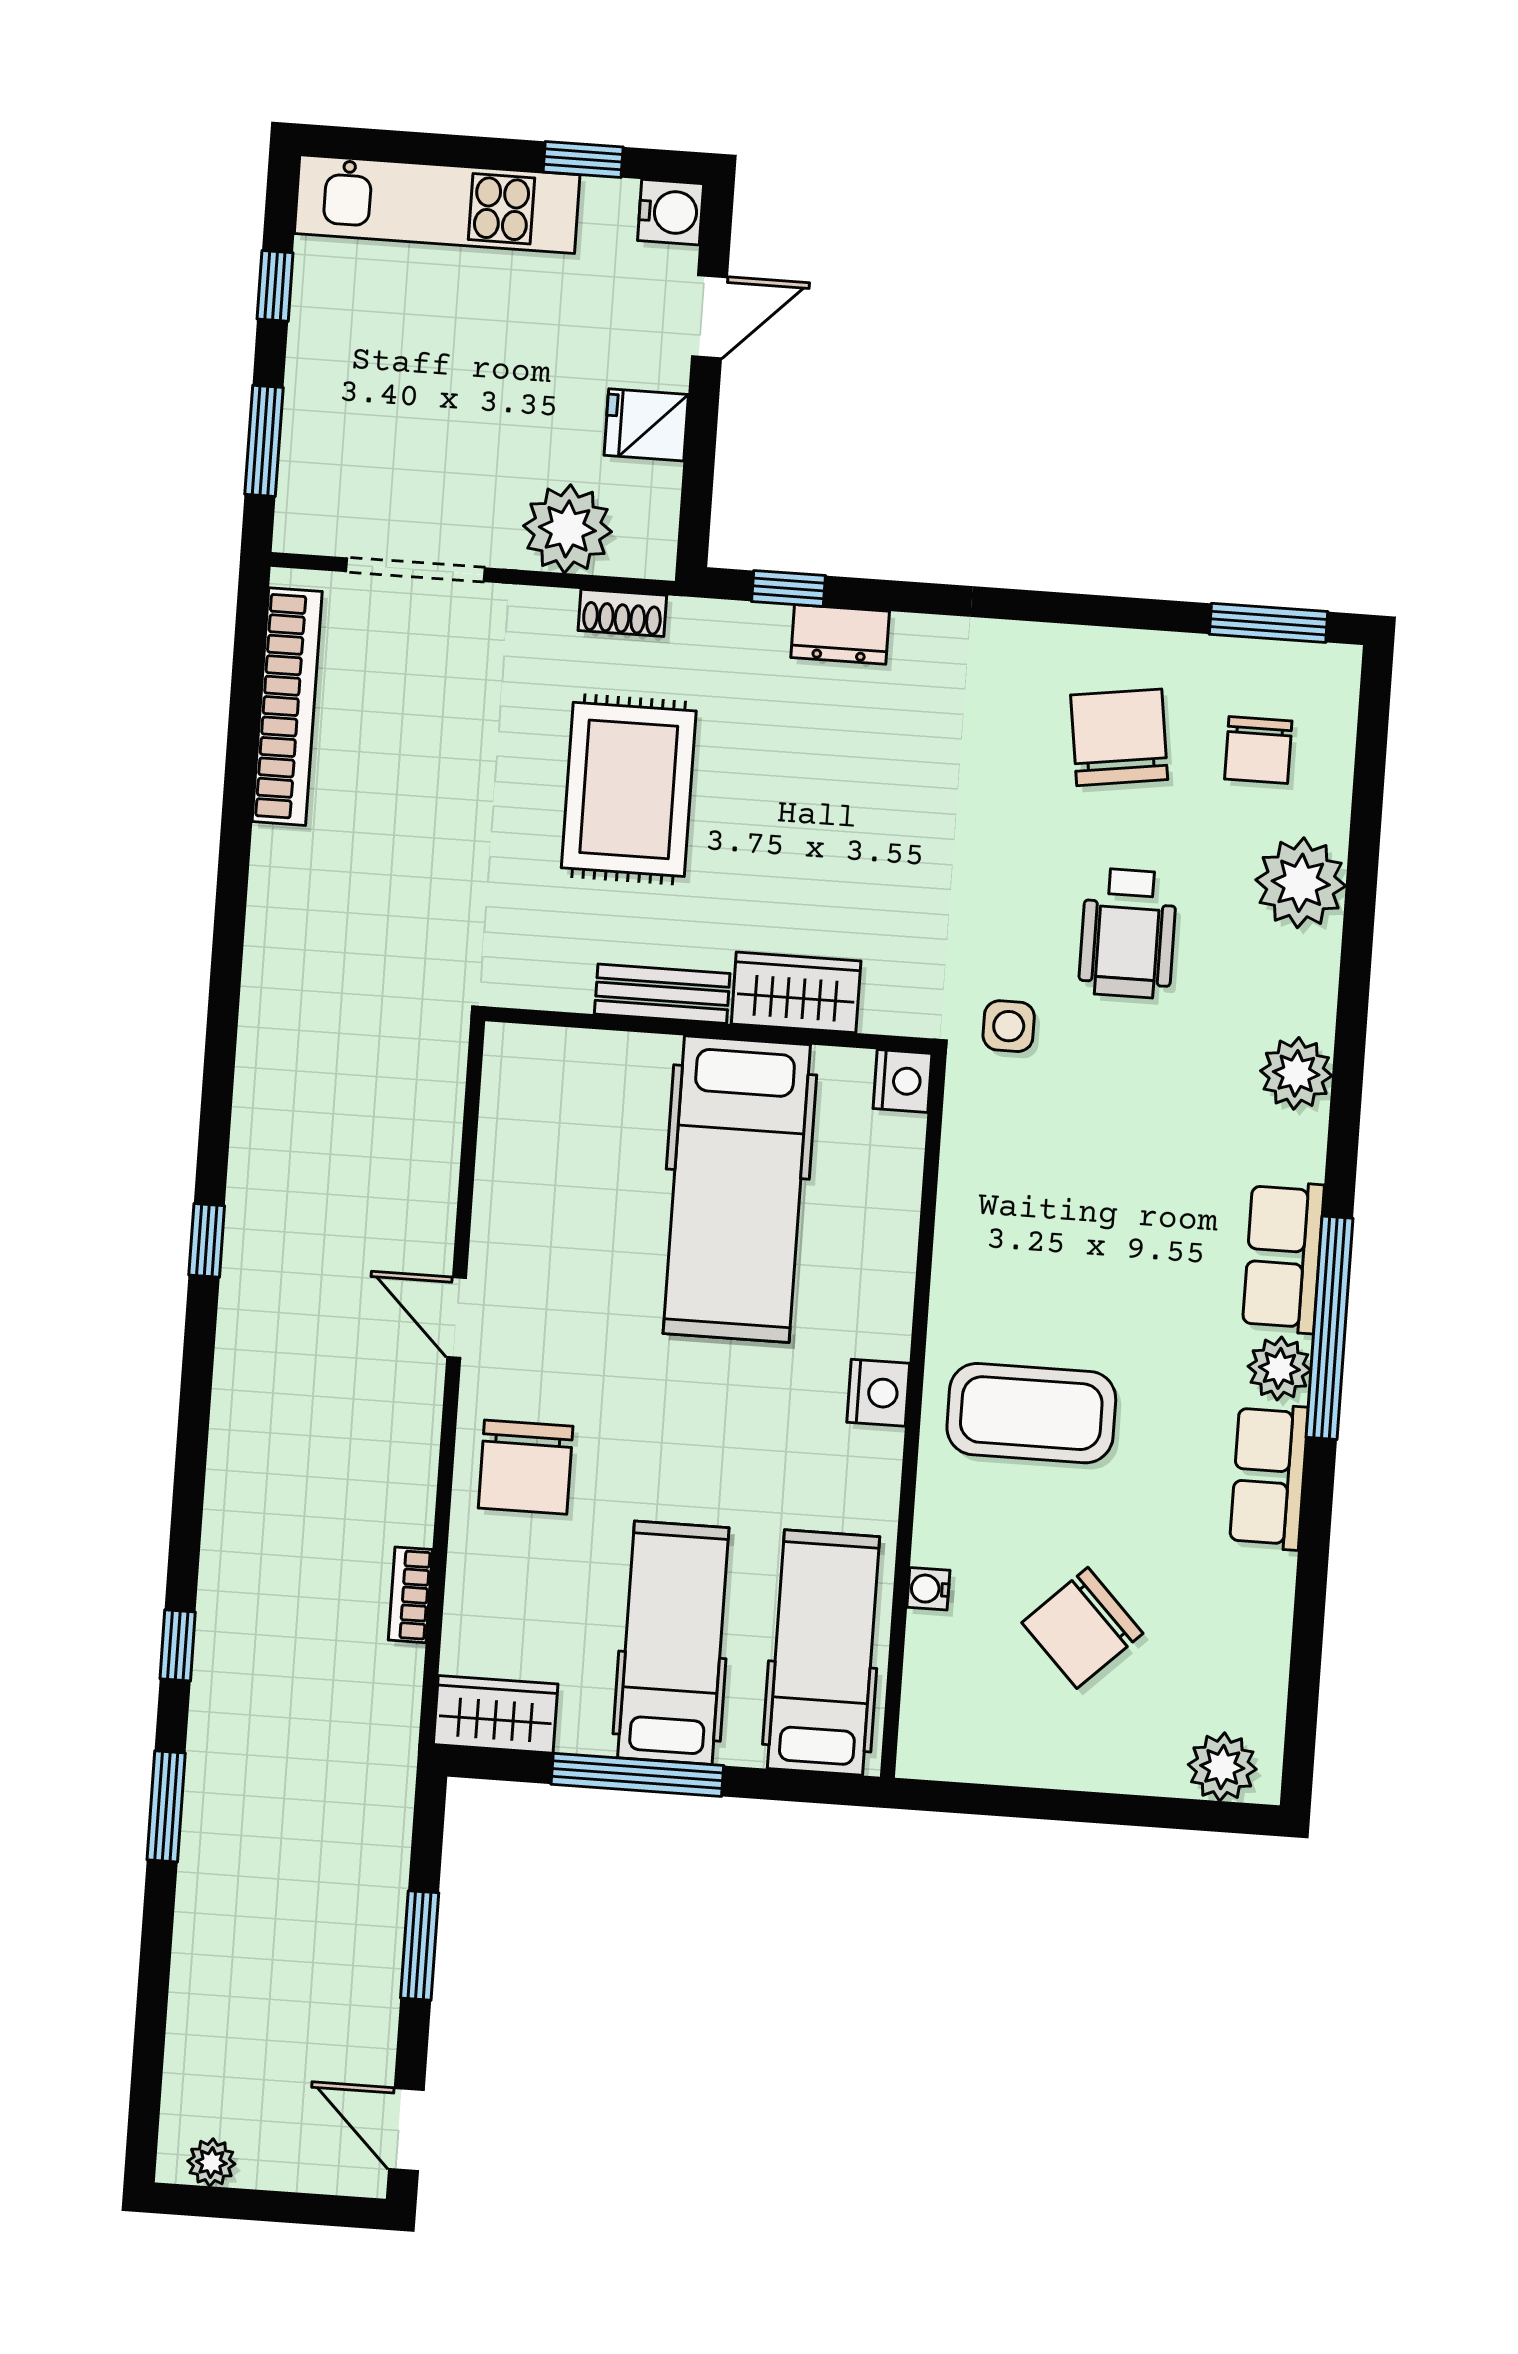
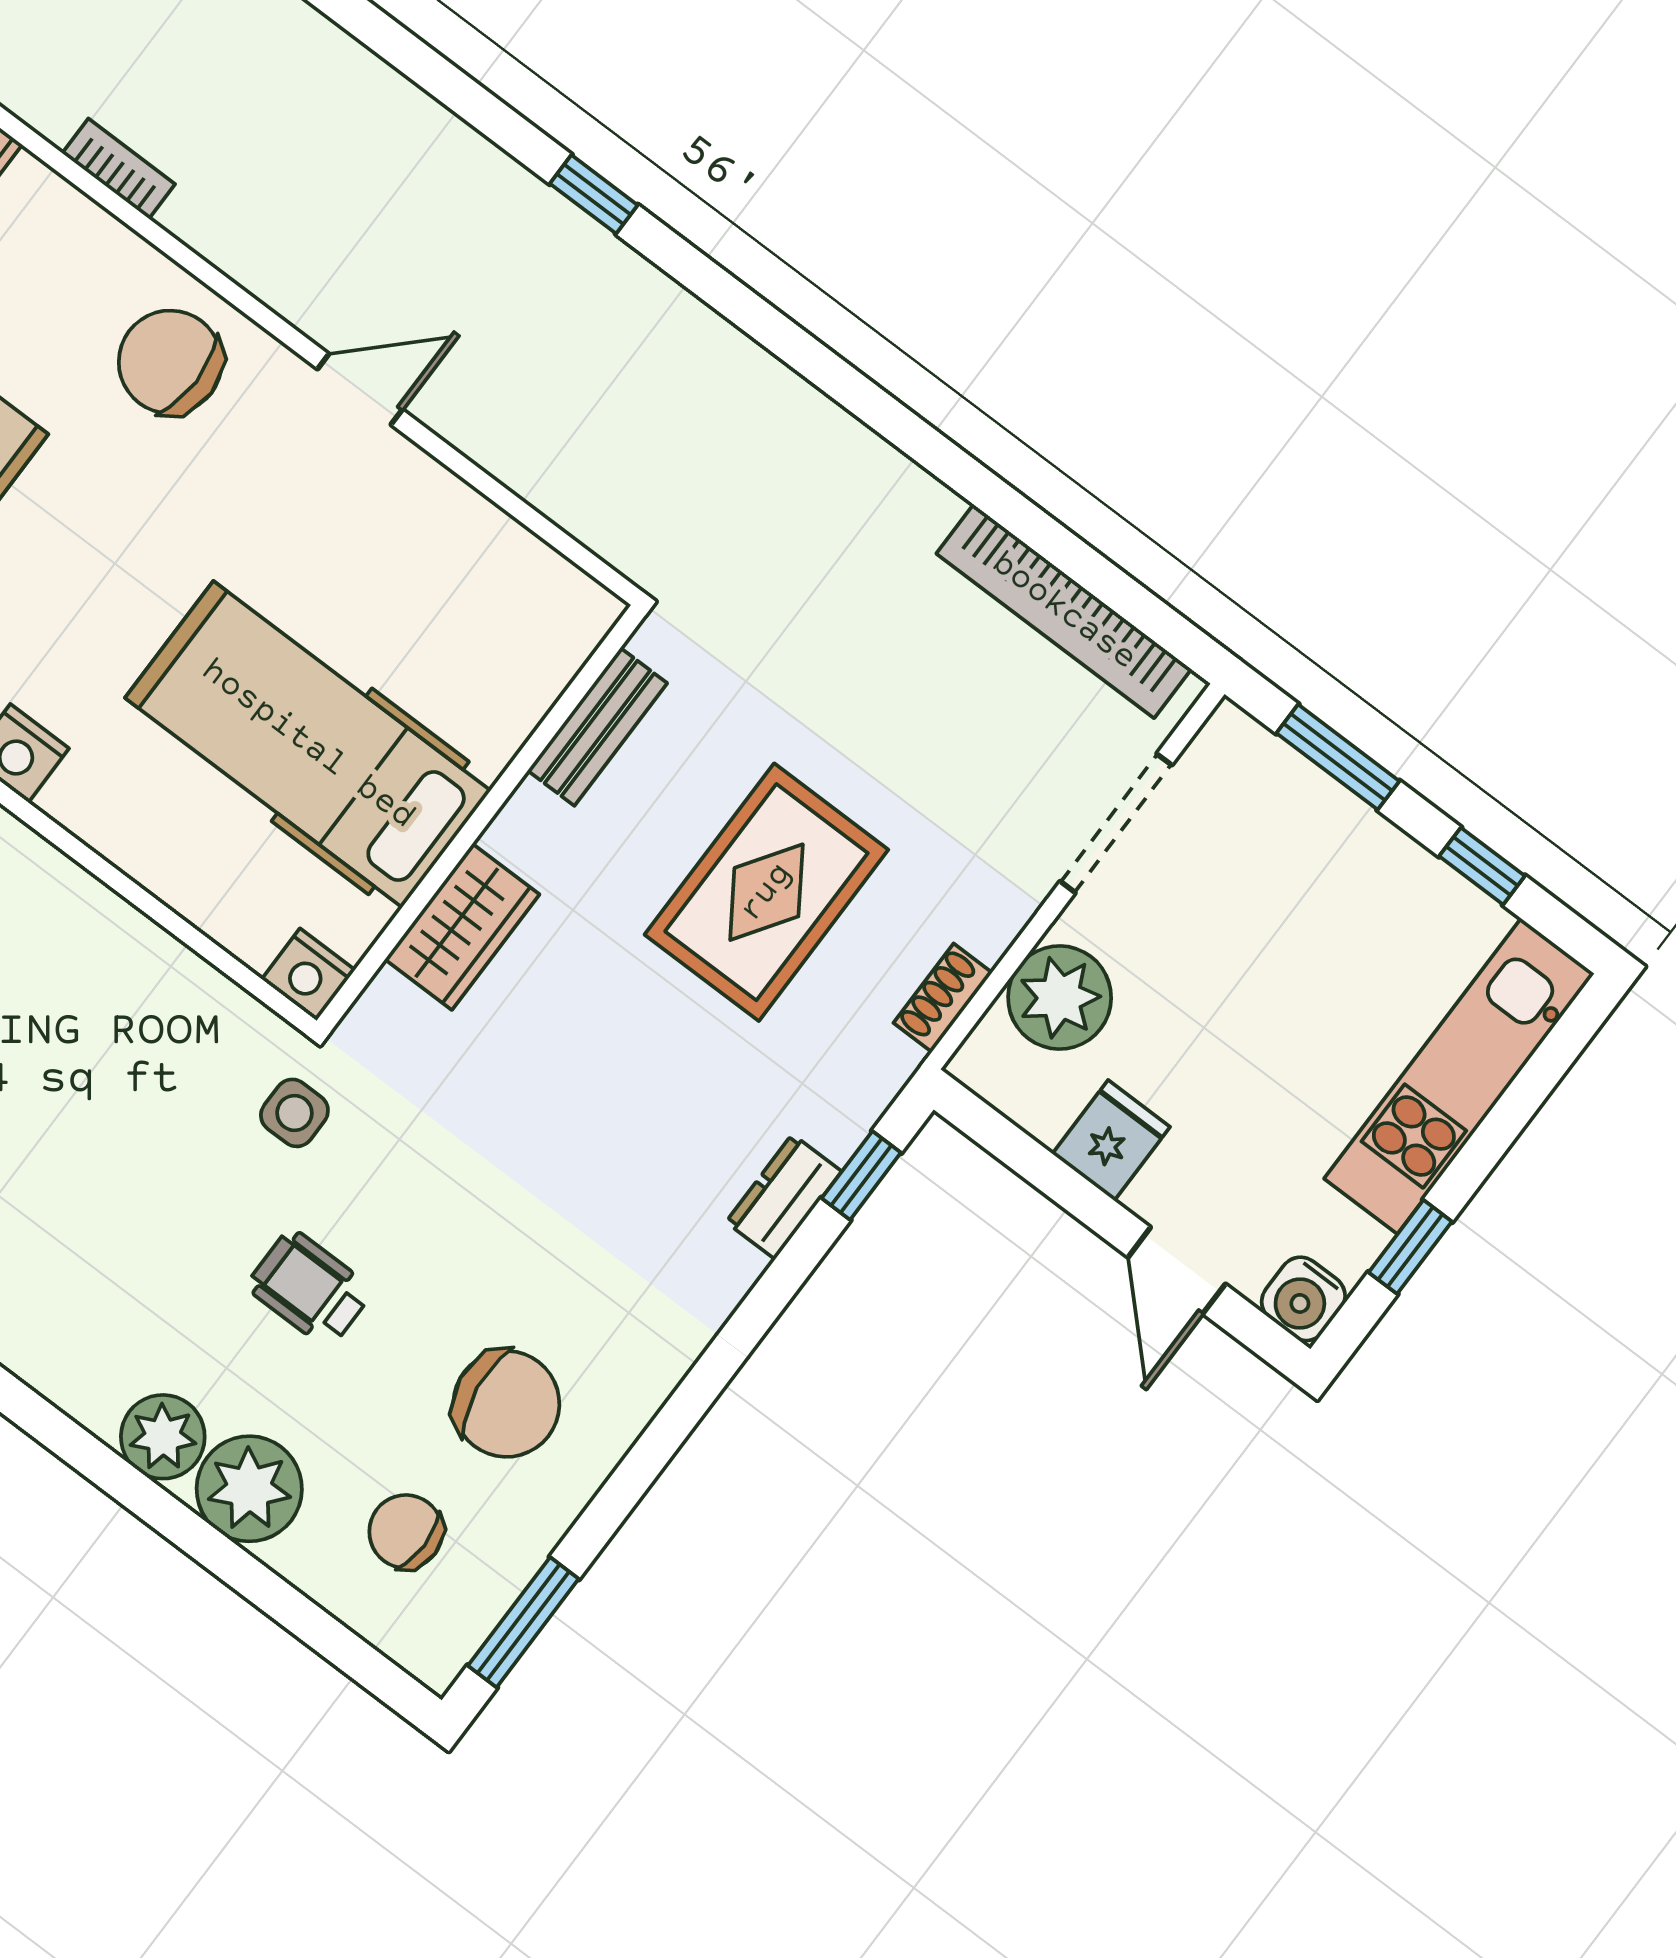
rug: (629, 789) -> (766, 892), turned 90
wheelchair: (1128, 933) -> (310, 1288), width x0.73, depth x0.73
bench: (662, 994) -> (597, 727), moved
plant: (1296, 1073) -> (163, 1437), moved

